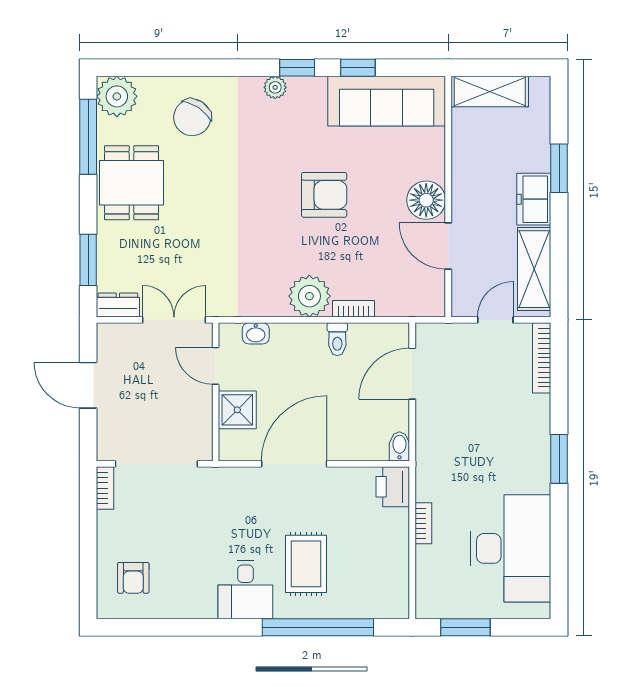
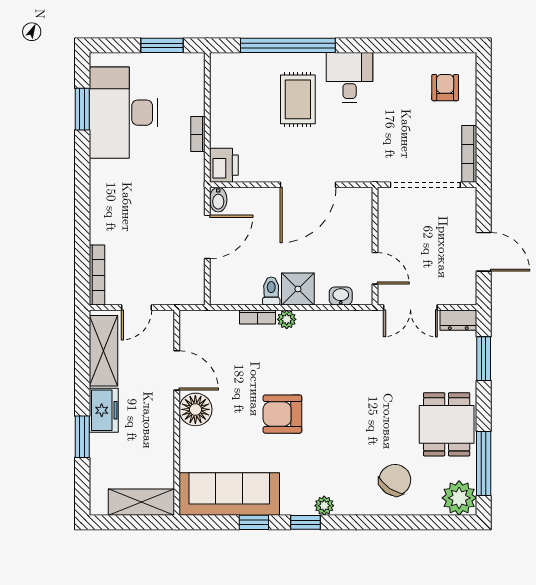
plant: (309, 296) -> (287, 319), width x0.53, depth x0.53
door: (412, 374) -> (207, 237), moved
shower: (237, 410) -> (298, 289), moved
window: (559, 459) -> (82, 109), moved
bookcase: (105, 488) -> (469, 154), width x1.56

